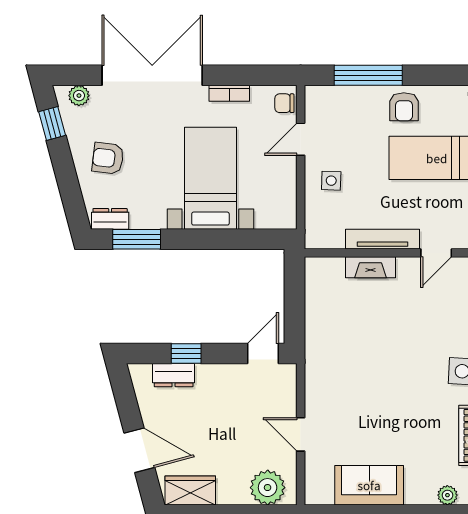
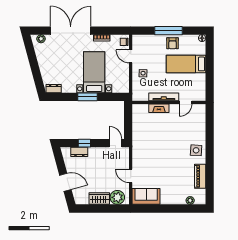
window: (368, 75) -> (168, 31), moved
window: (52, 124) -> (30, 50), removed
door: (301, 139) -> (131, 56), hinge flipped
armchair: (108, 158) -> (53, 64), removed
window: (137, 239) -> (88, 97), moved
door: (263, 354) -> (116, 143), hinge flipped
sofa: (369, 485) -> (146, 196), moved
wardrobe: (190, 490) -> (99, 199), moved

